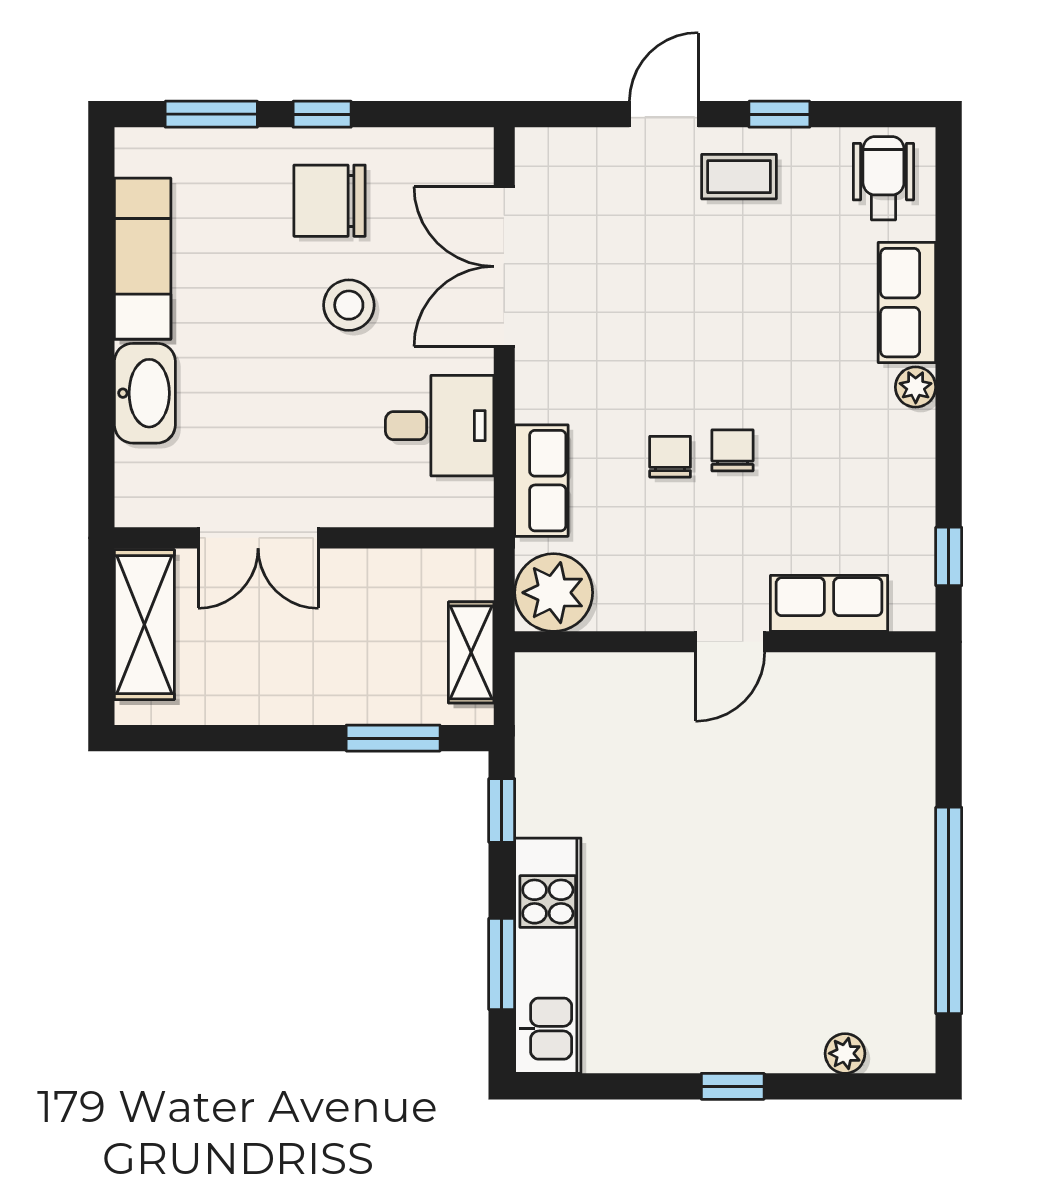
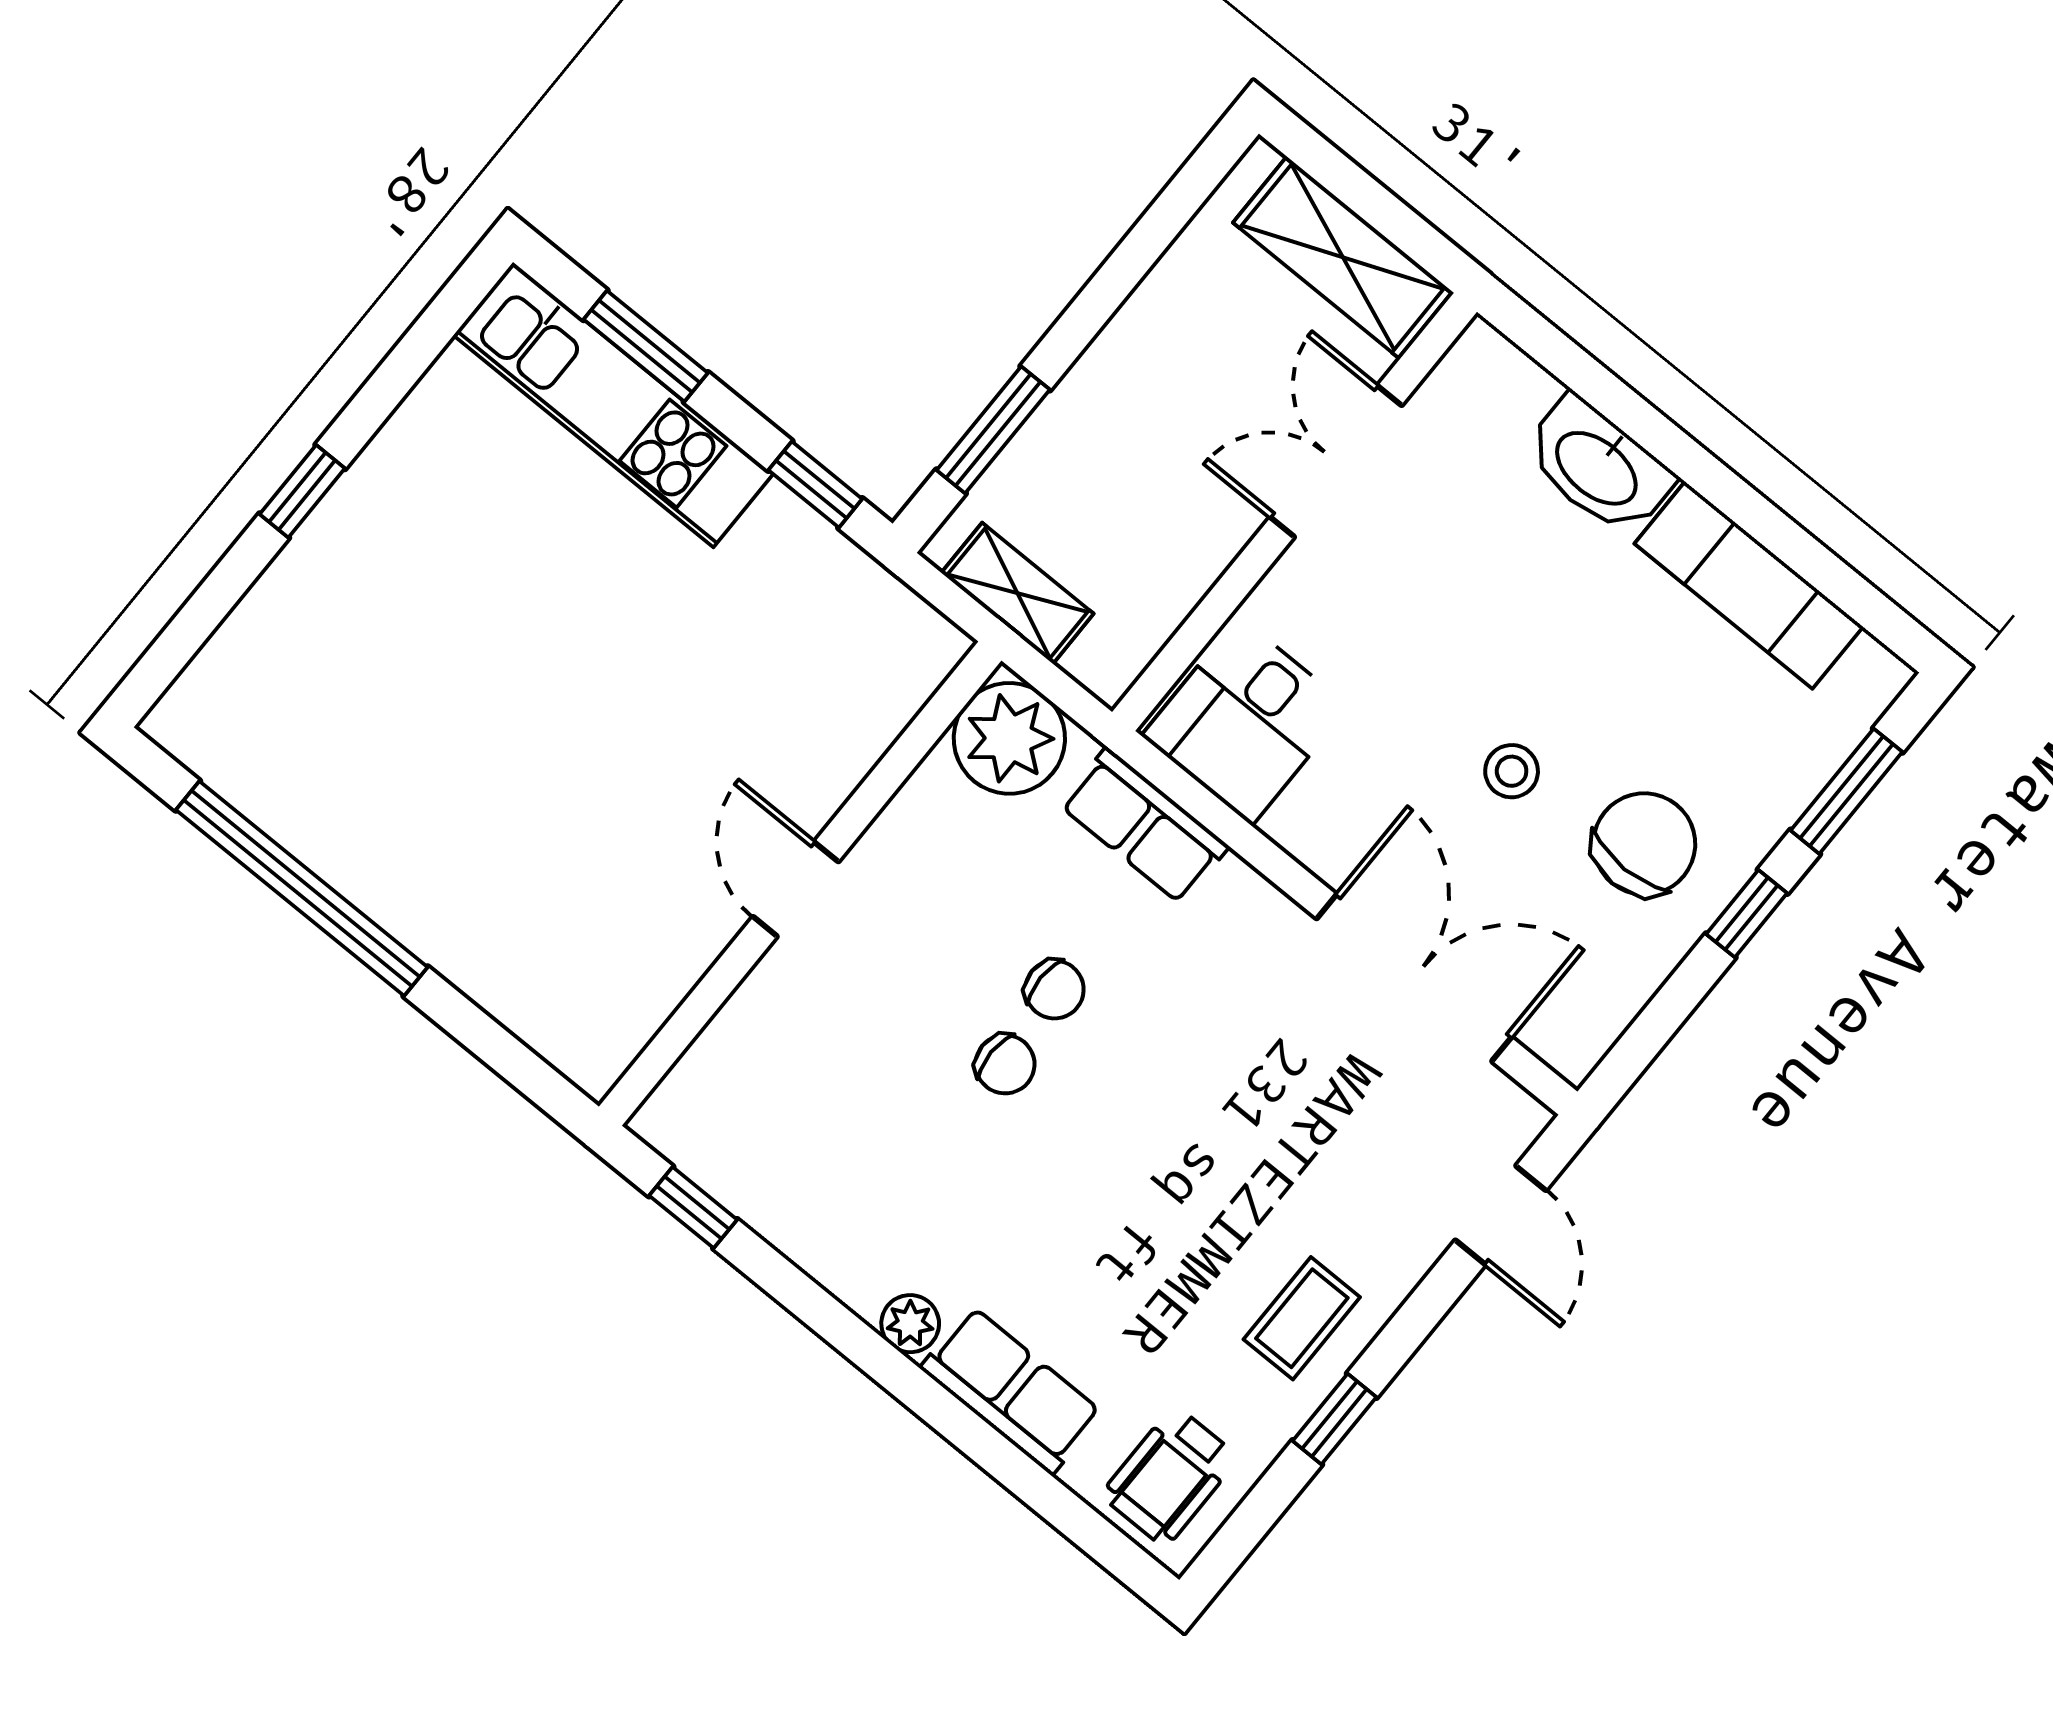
door: (664, 114) -> (1501, 1215), moved
wheelchair: (883, 178) -> (1170, 1476), turned 90
stool: (349, 305) -> (1512, 771), width x0.73, depth x0.73
desk: (440, 426) -> (1245, 721), moved
row of seats: (829, 603) -> (749, 1033), removed
plant: (845, 1053) -> (237, 645), removed

